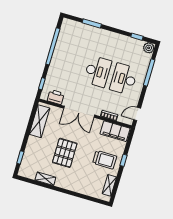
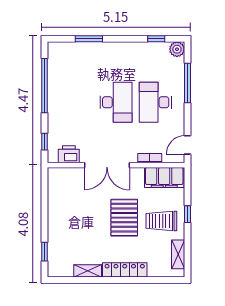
shelving: (40, 121) -> (56, 194), removed
pallet: (65, 153) -> (124, 218), moved
trolley: (105, 160) -> (161, 221), turned 180
locker: (70, 185) -> (125, 270), added

